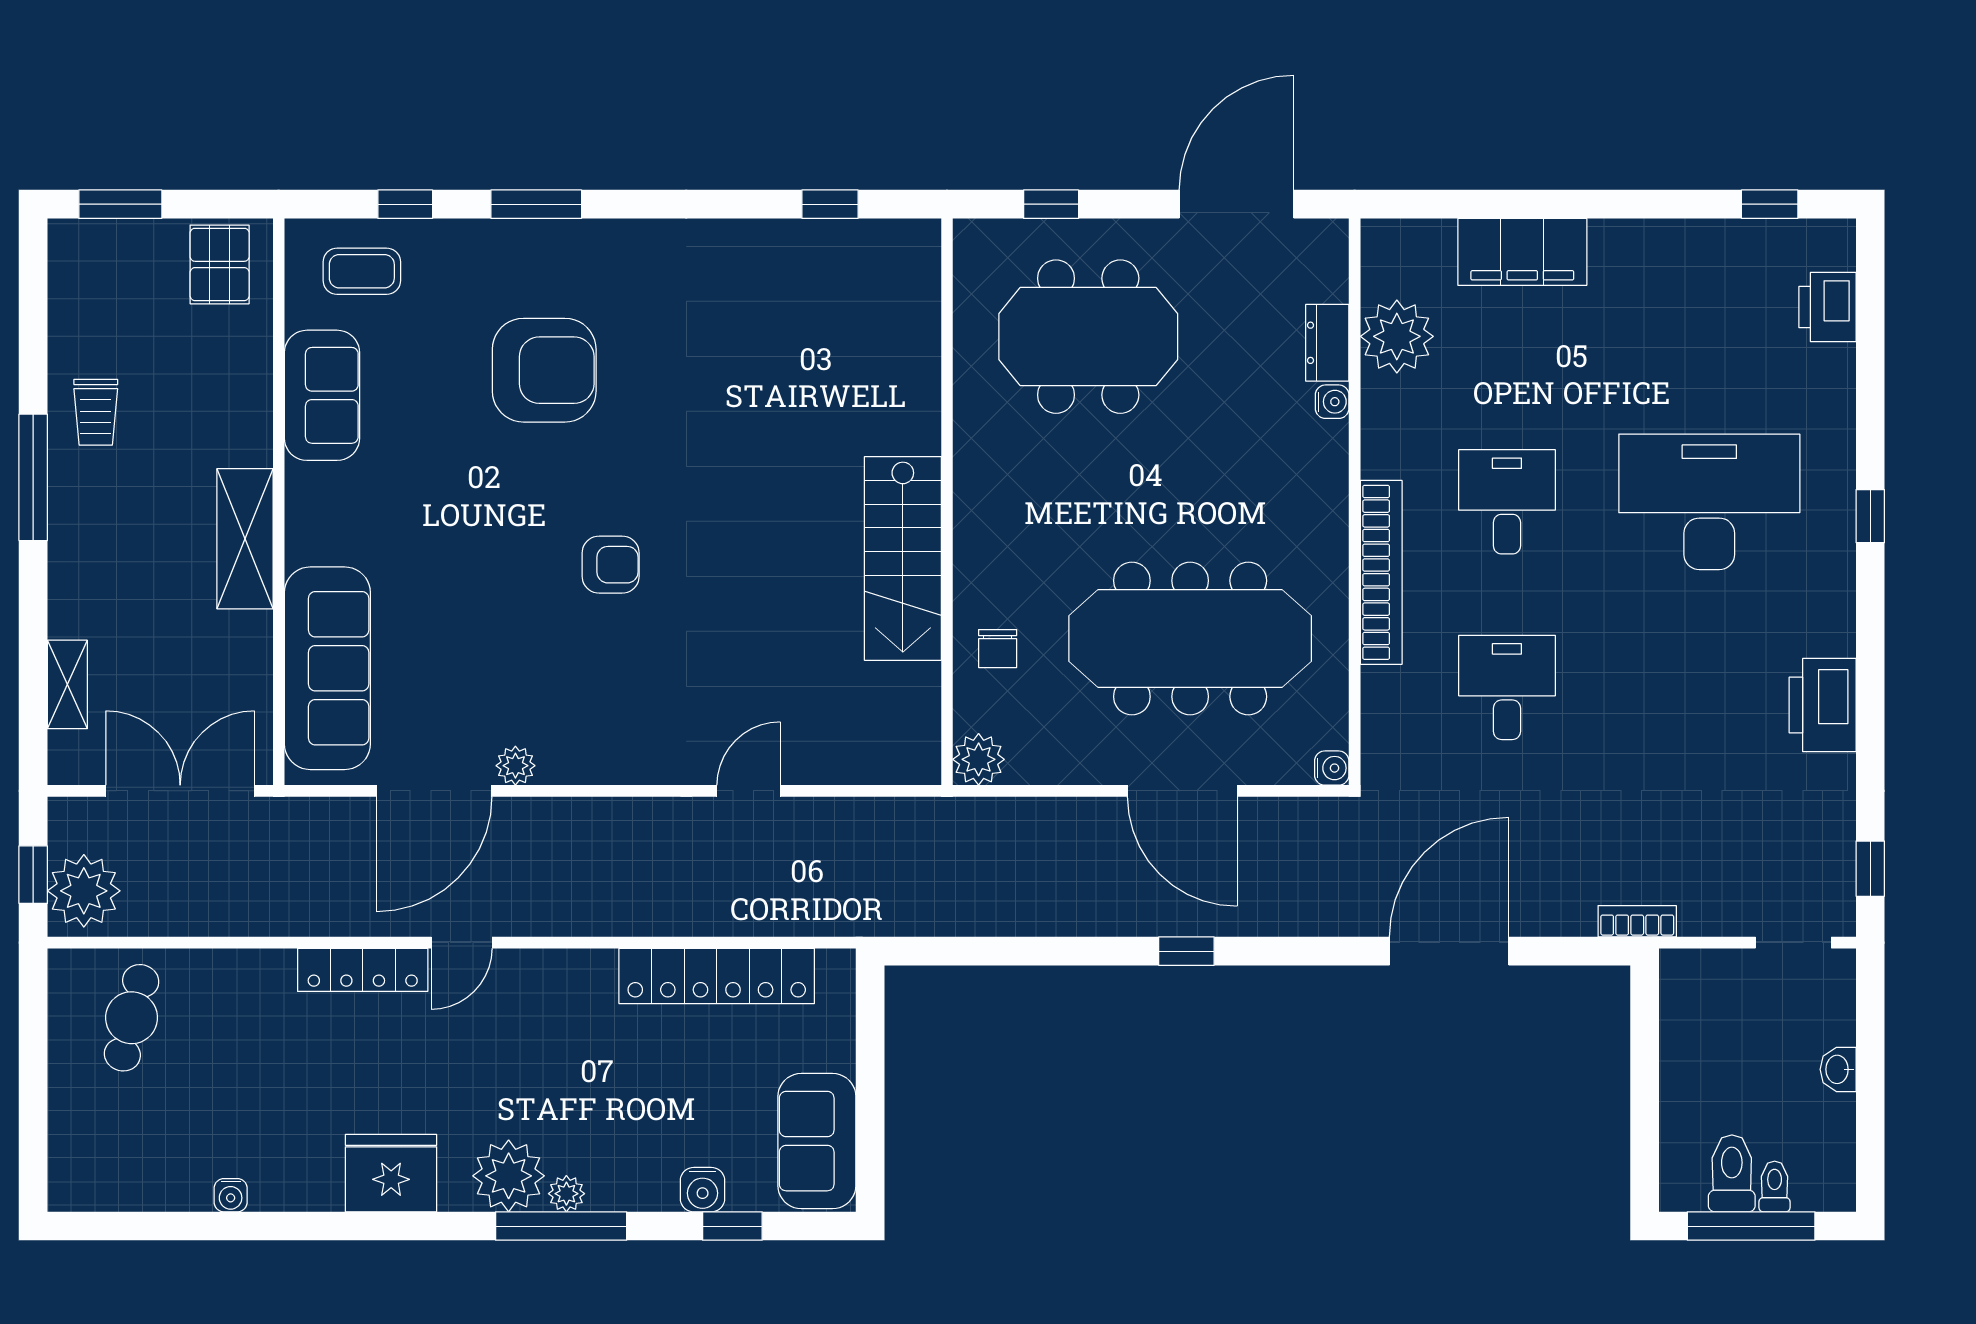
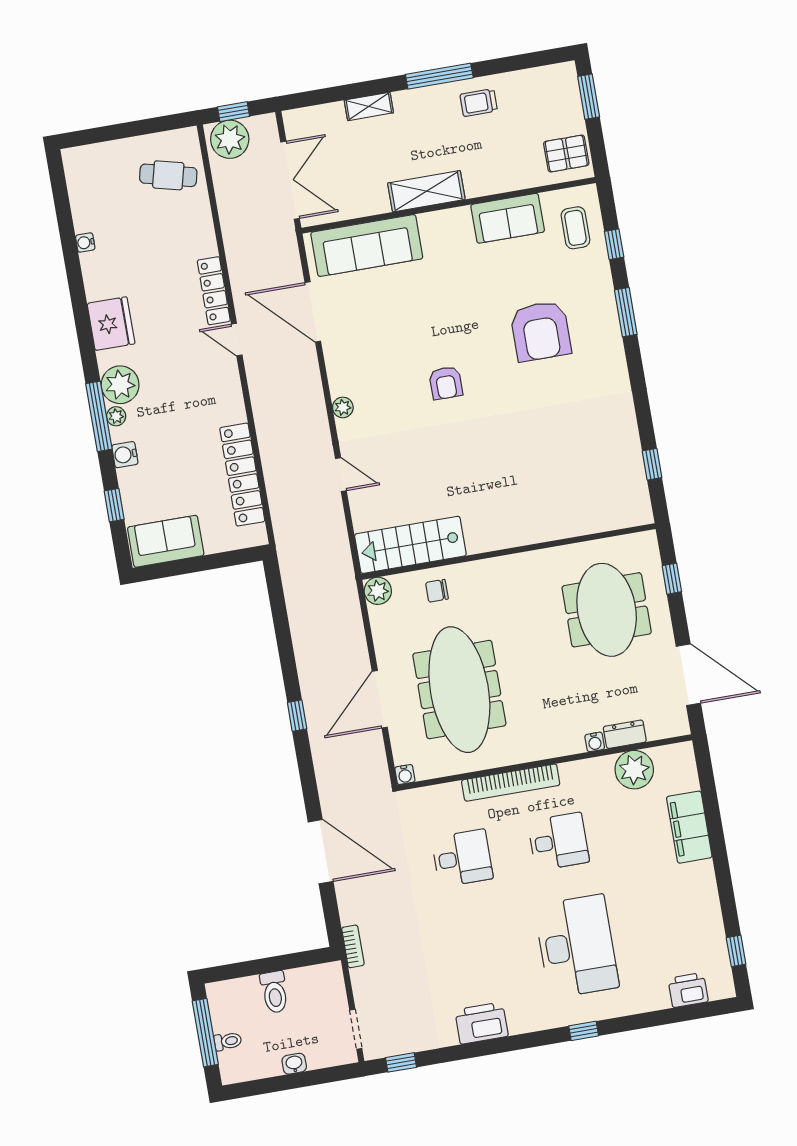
stairs: (903, 558) -> (410, 545), moved
shelving: (67, 684) -> (369, 106), moved
plant: (515, 766) -> (343, 407), moved
toilet: (1732, 1173) -> (274, 992), moved, turned 90
water cooler: (703, 1190) -> (125, 455), moved

